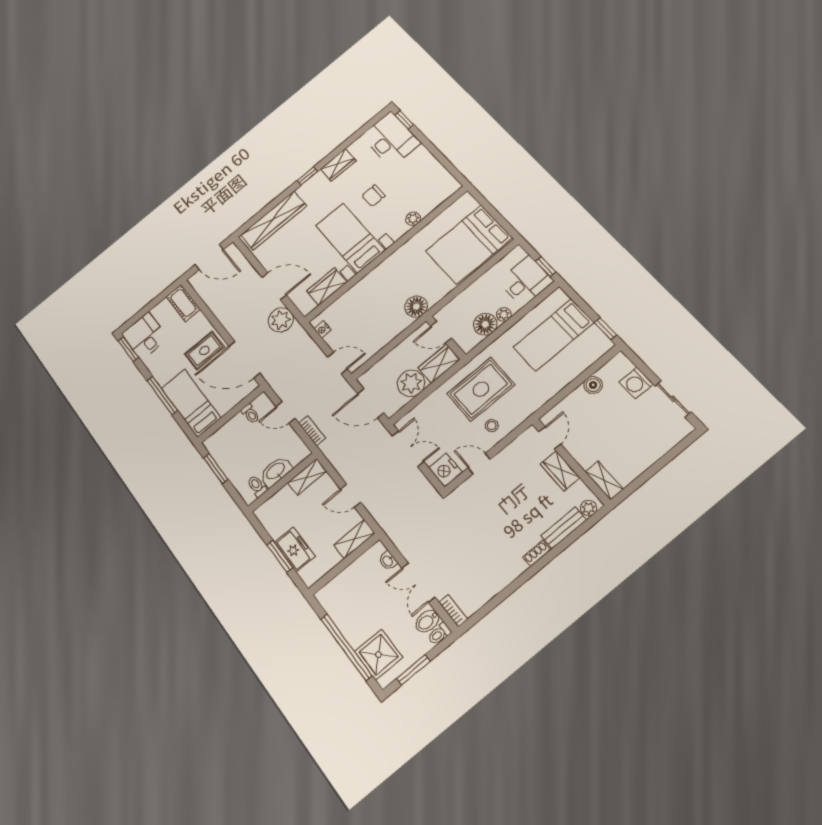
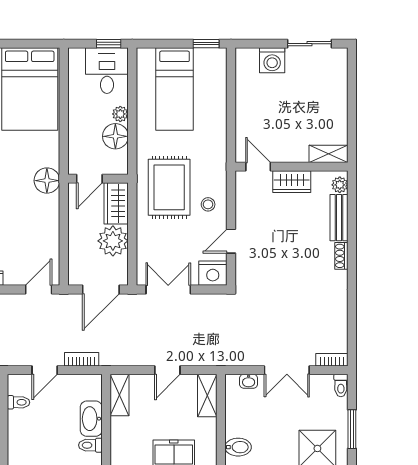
boiler: (593, 385) -> (244, 95), removed
bidet: (427, 621) -> (238, 447), moved, turned -90

